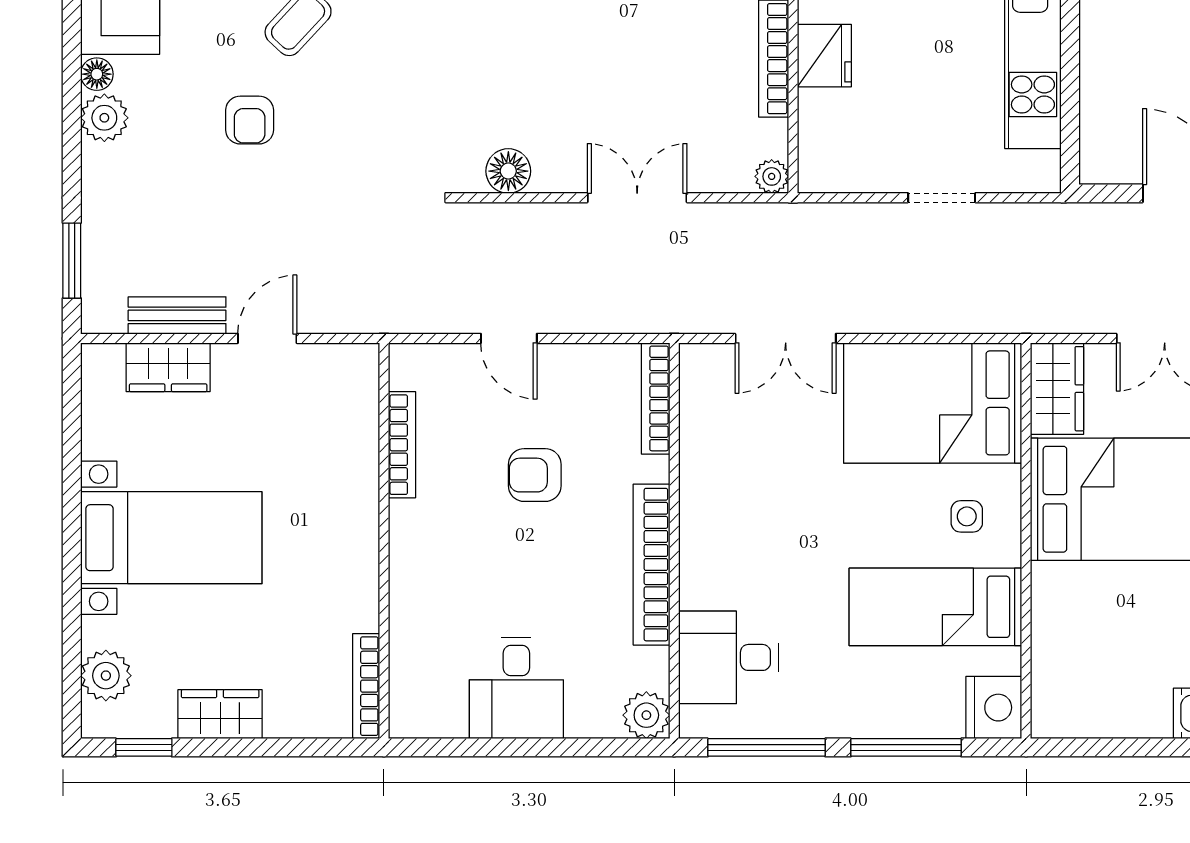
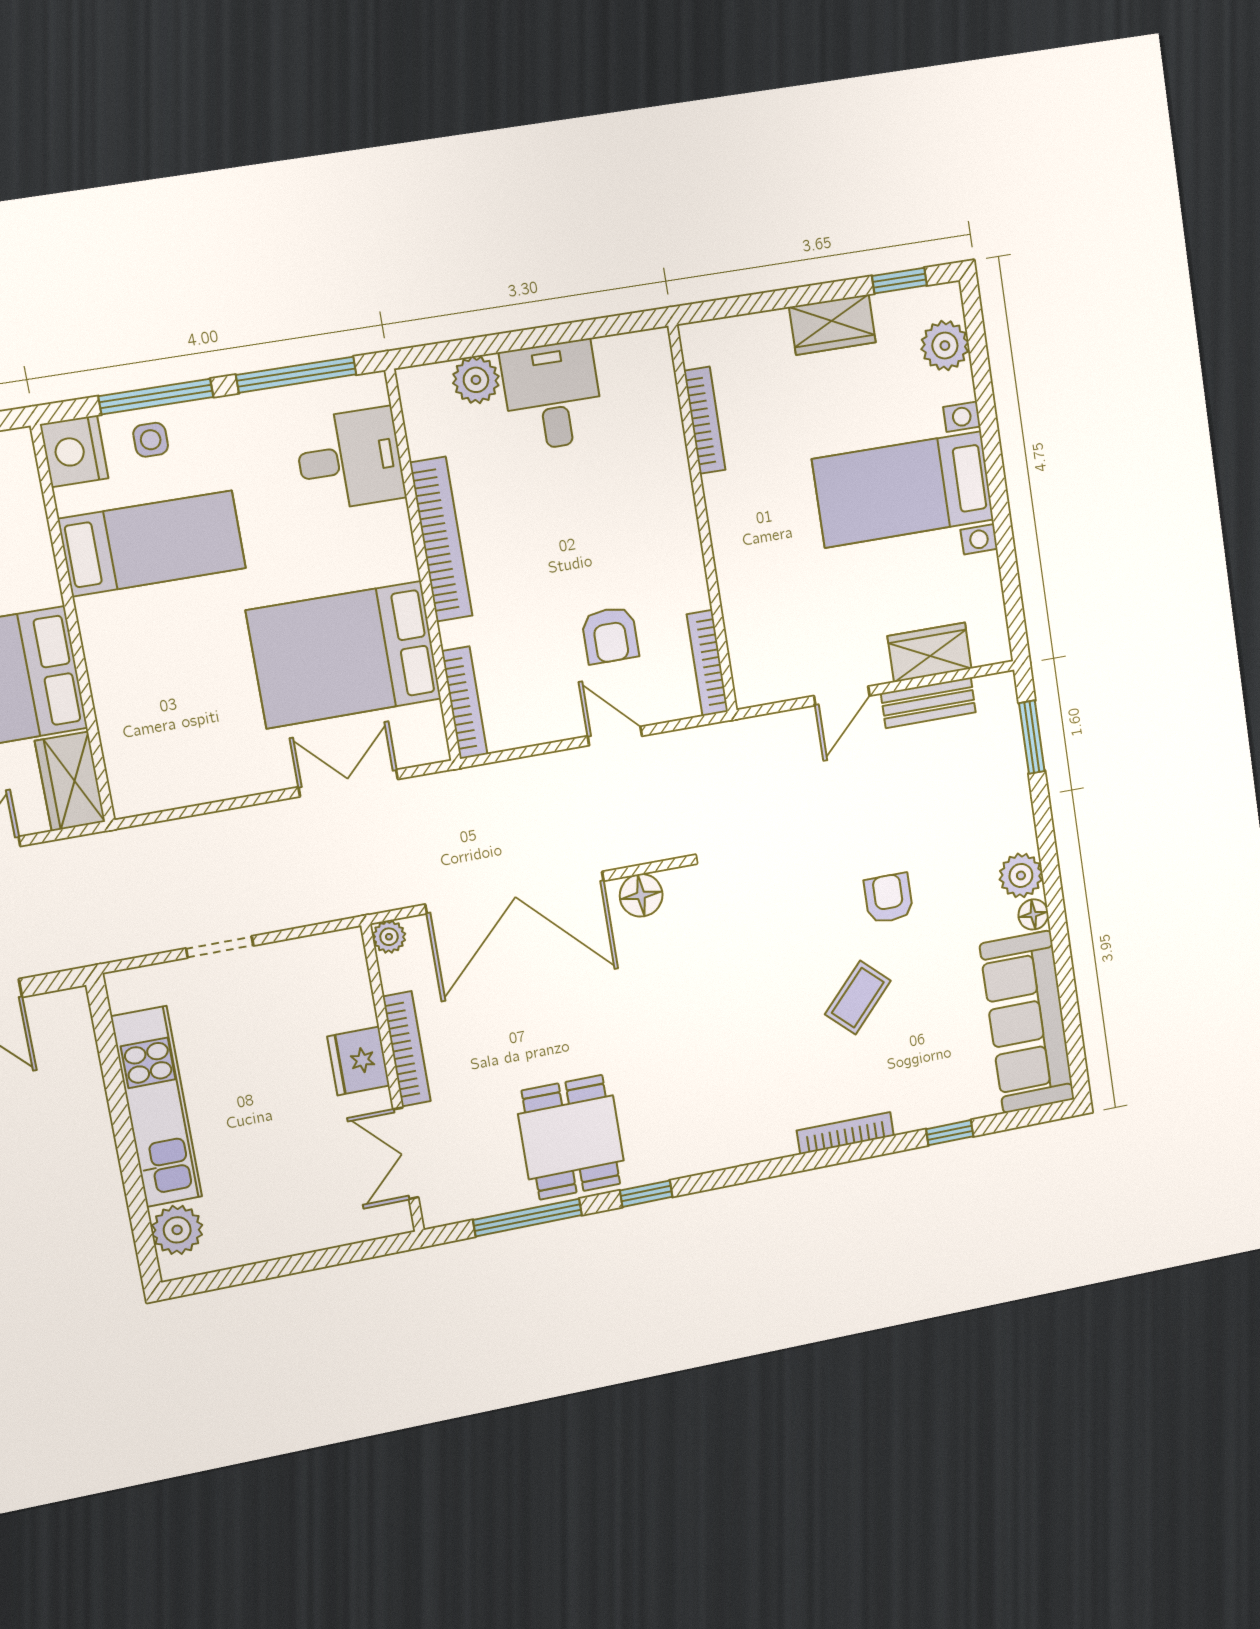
double door: (637, 198) -> (515, 893), width x1.87
bed: (933, 403) -> (344, 655), moved, turned 180
bookcase: (402, 445) -> (707, 663), moved
armchair: (535, 475) -> (610, 635), moved, turned 90
side table: (967, 516) -> (151, 440), moved
bookcase: (366, 686) -> (705, 420), moved
plant: (646, 715) -> (476, 380), moved

